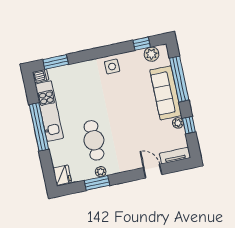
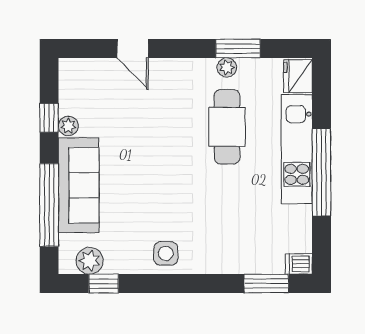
kitchen unit: (49, 111) -> (297, 149), moved
tv unit: (175, 156) -> (86, 68), removed

